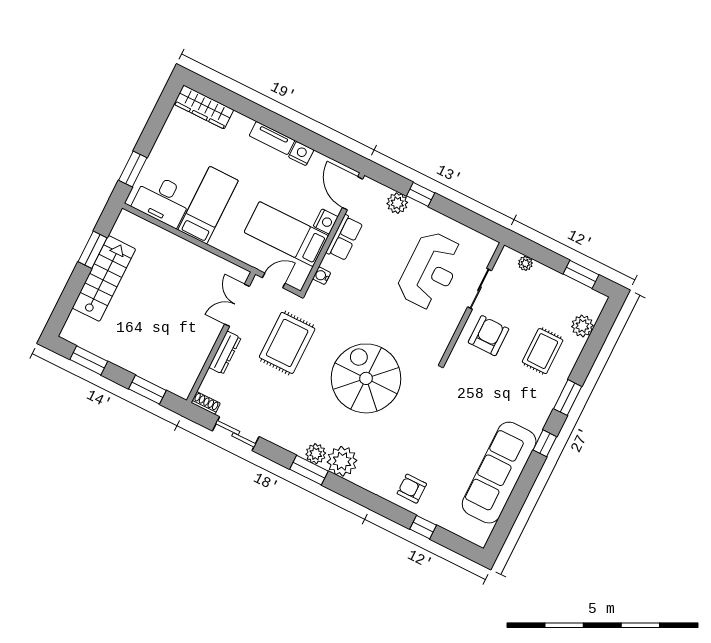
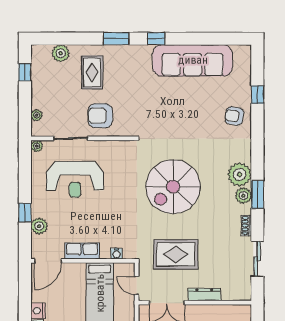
nightstand: (326, 221) -> (77, 270), removed
plant: (490, 246) -> (37, 146), added
reception desk: (430, 271) -> (75, 179), turned 180
window: (581, 274) -> (25, 72), width x0.67
rug: (543, 351) -> (92, 72), turned 90
shoe rack: (206, 403) -> (246, 225), moved
armchair: (412, 489) -> (234, 116), turned 99

